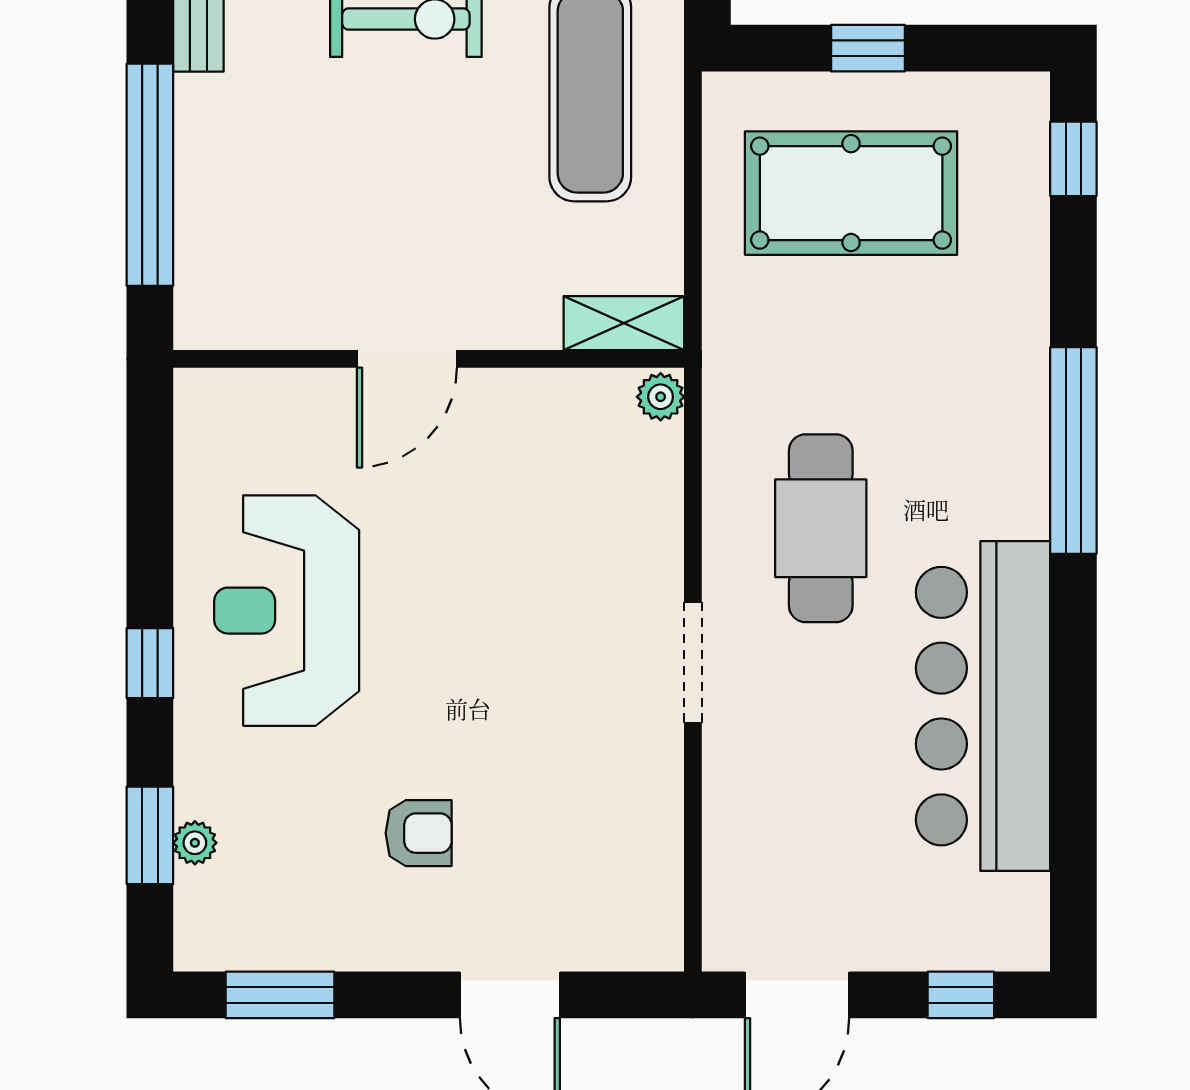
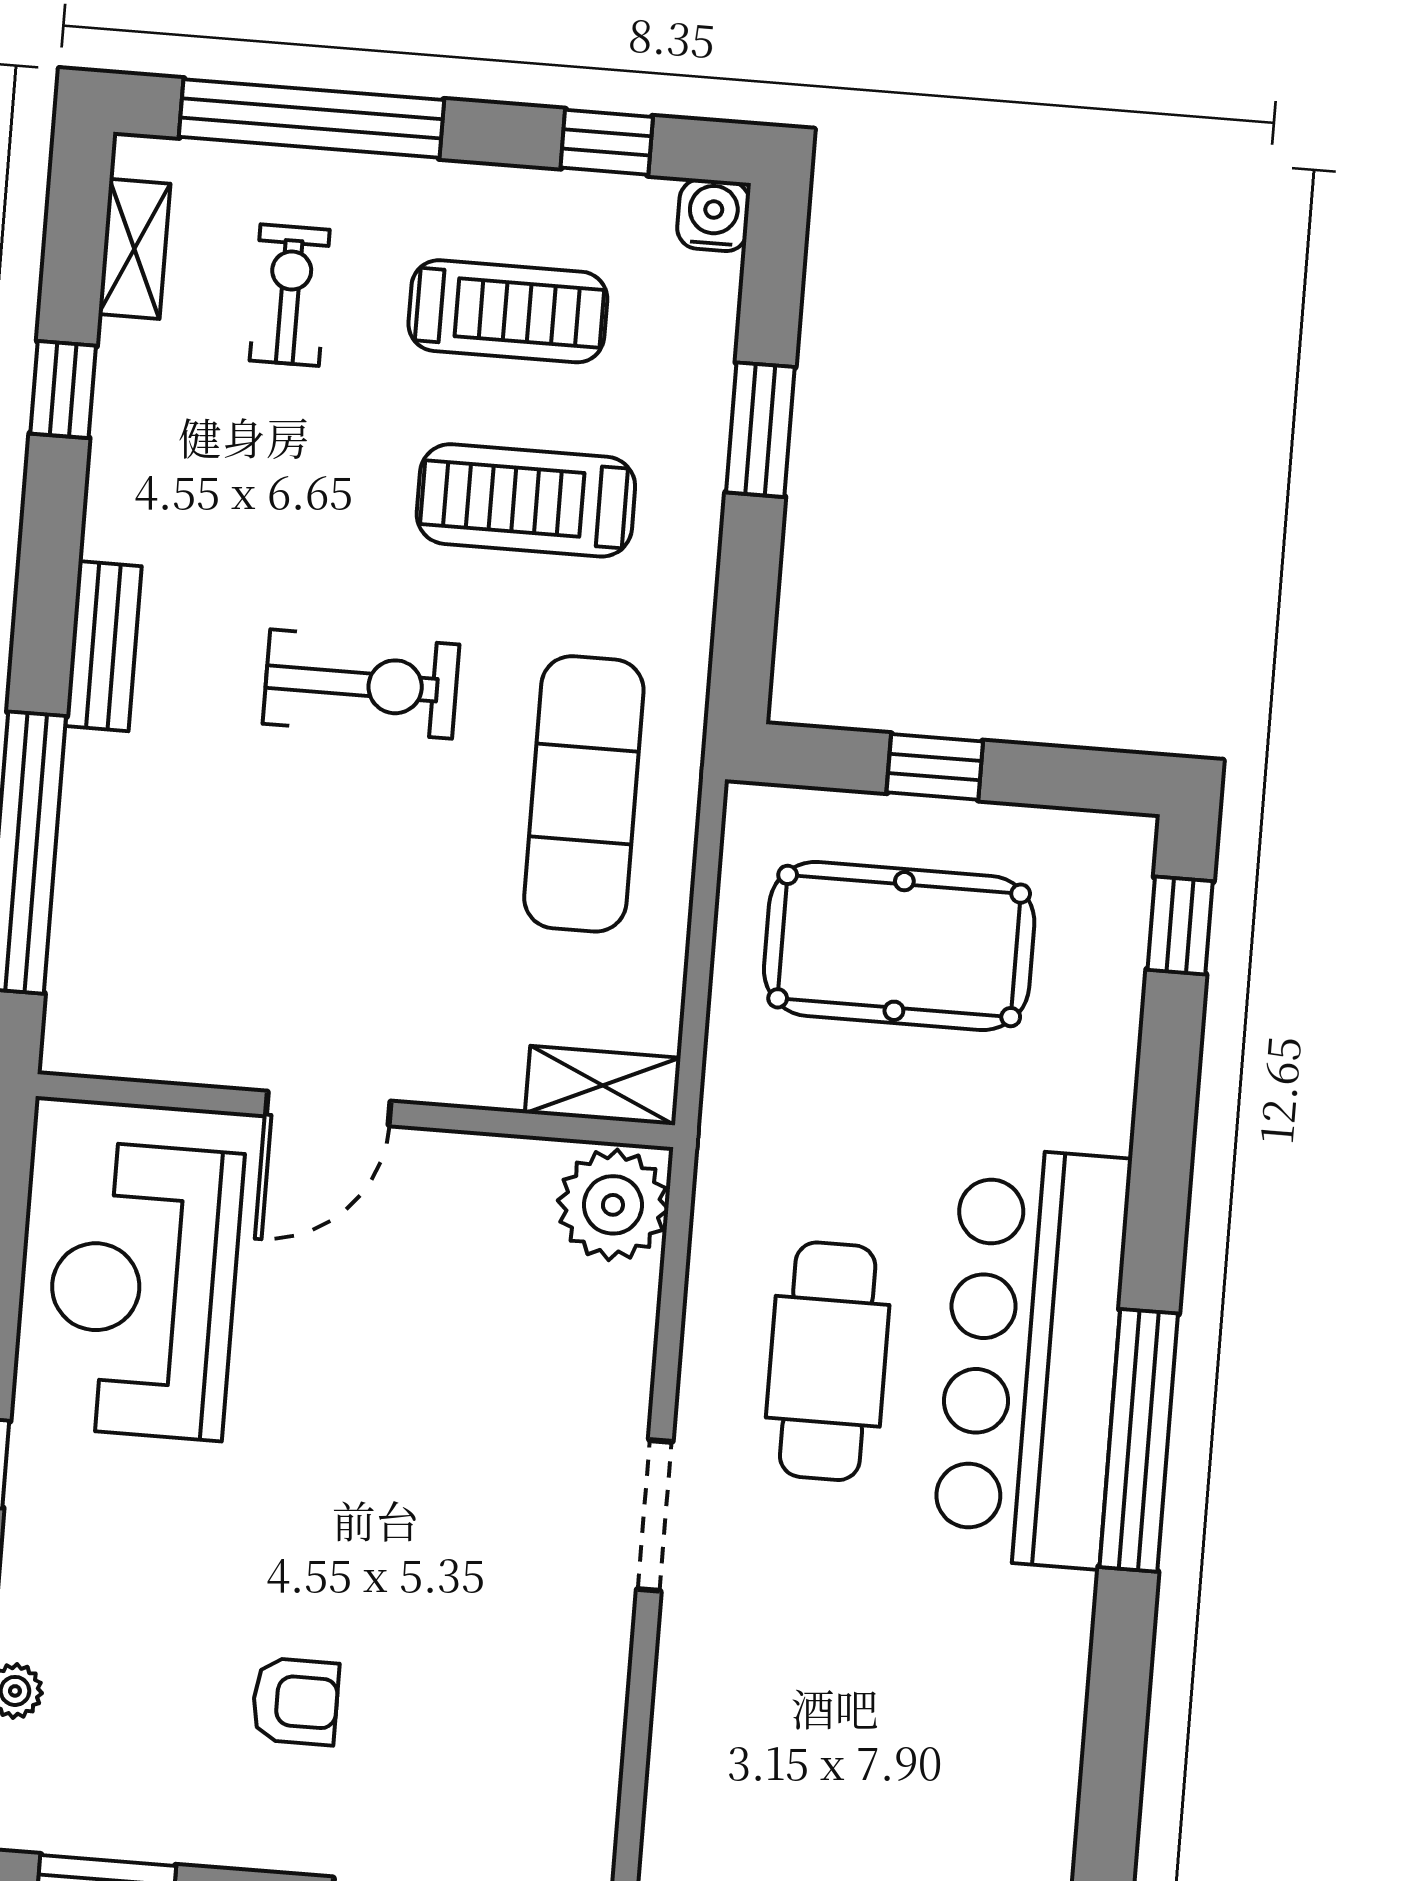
plant: (661, 397) -> (613, 1205), width x1.87, depth x1.87
window: (1073, 450) -> (1139, 1440), moved
reception desk: (287, 611) -> (143, 1290), moved
bar counter: (983, 706) -> (1032, 1358), moved

